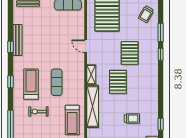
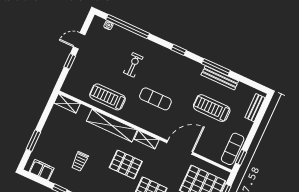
door: (86, 46) -> (180, 148), width x1.87
window: (11, 47) -> (216, 67), width x2.17
treadmill: (31, 84) -> (212, 108), moved, turned 180

